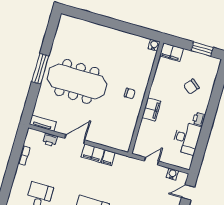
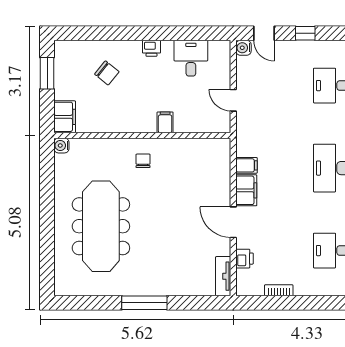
meeting table: (77, 81) -> (101, 226), moved
filing cabinet: (151, 109) -> (165, 122), width x0.50
desk: (187, 138) -> (191, 58), width x0.73
water cooler: (172, 174) -> (243, 48), moved

